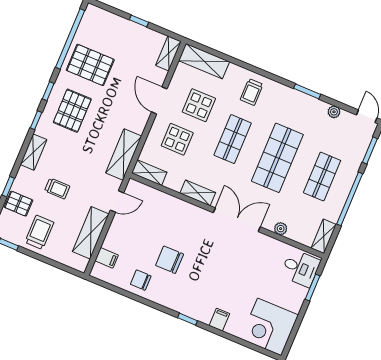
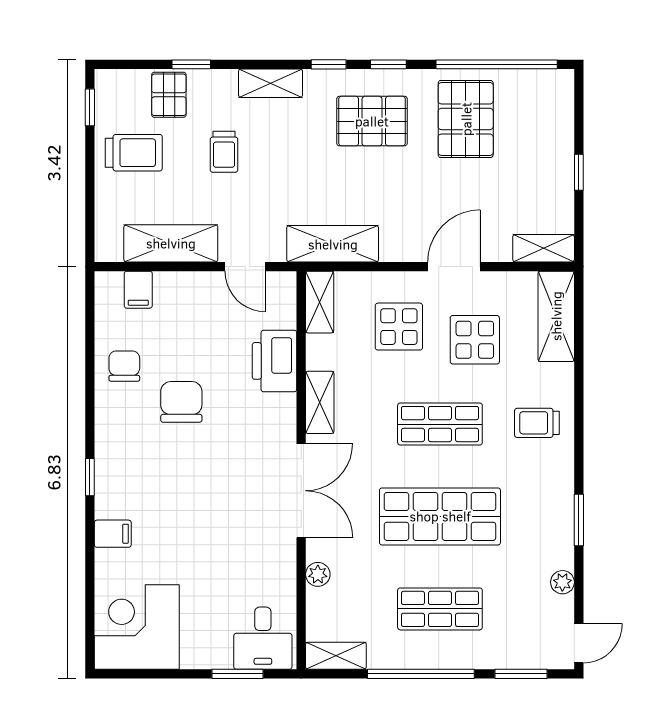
printer: (169, 206) -> (274, 361), added

